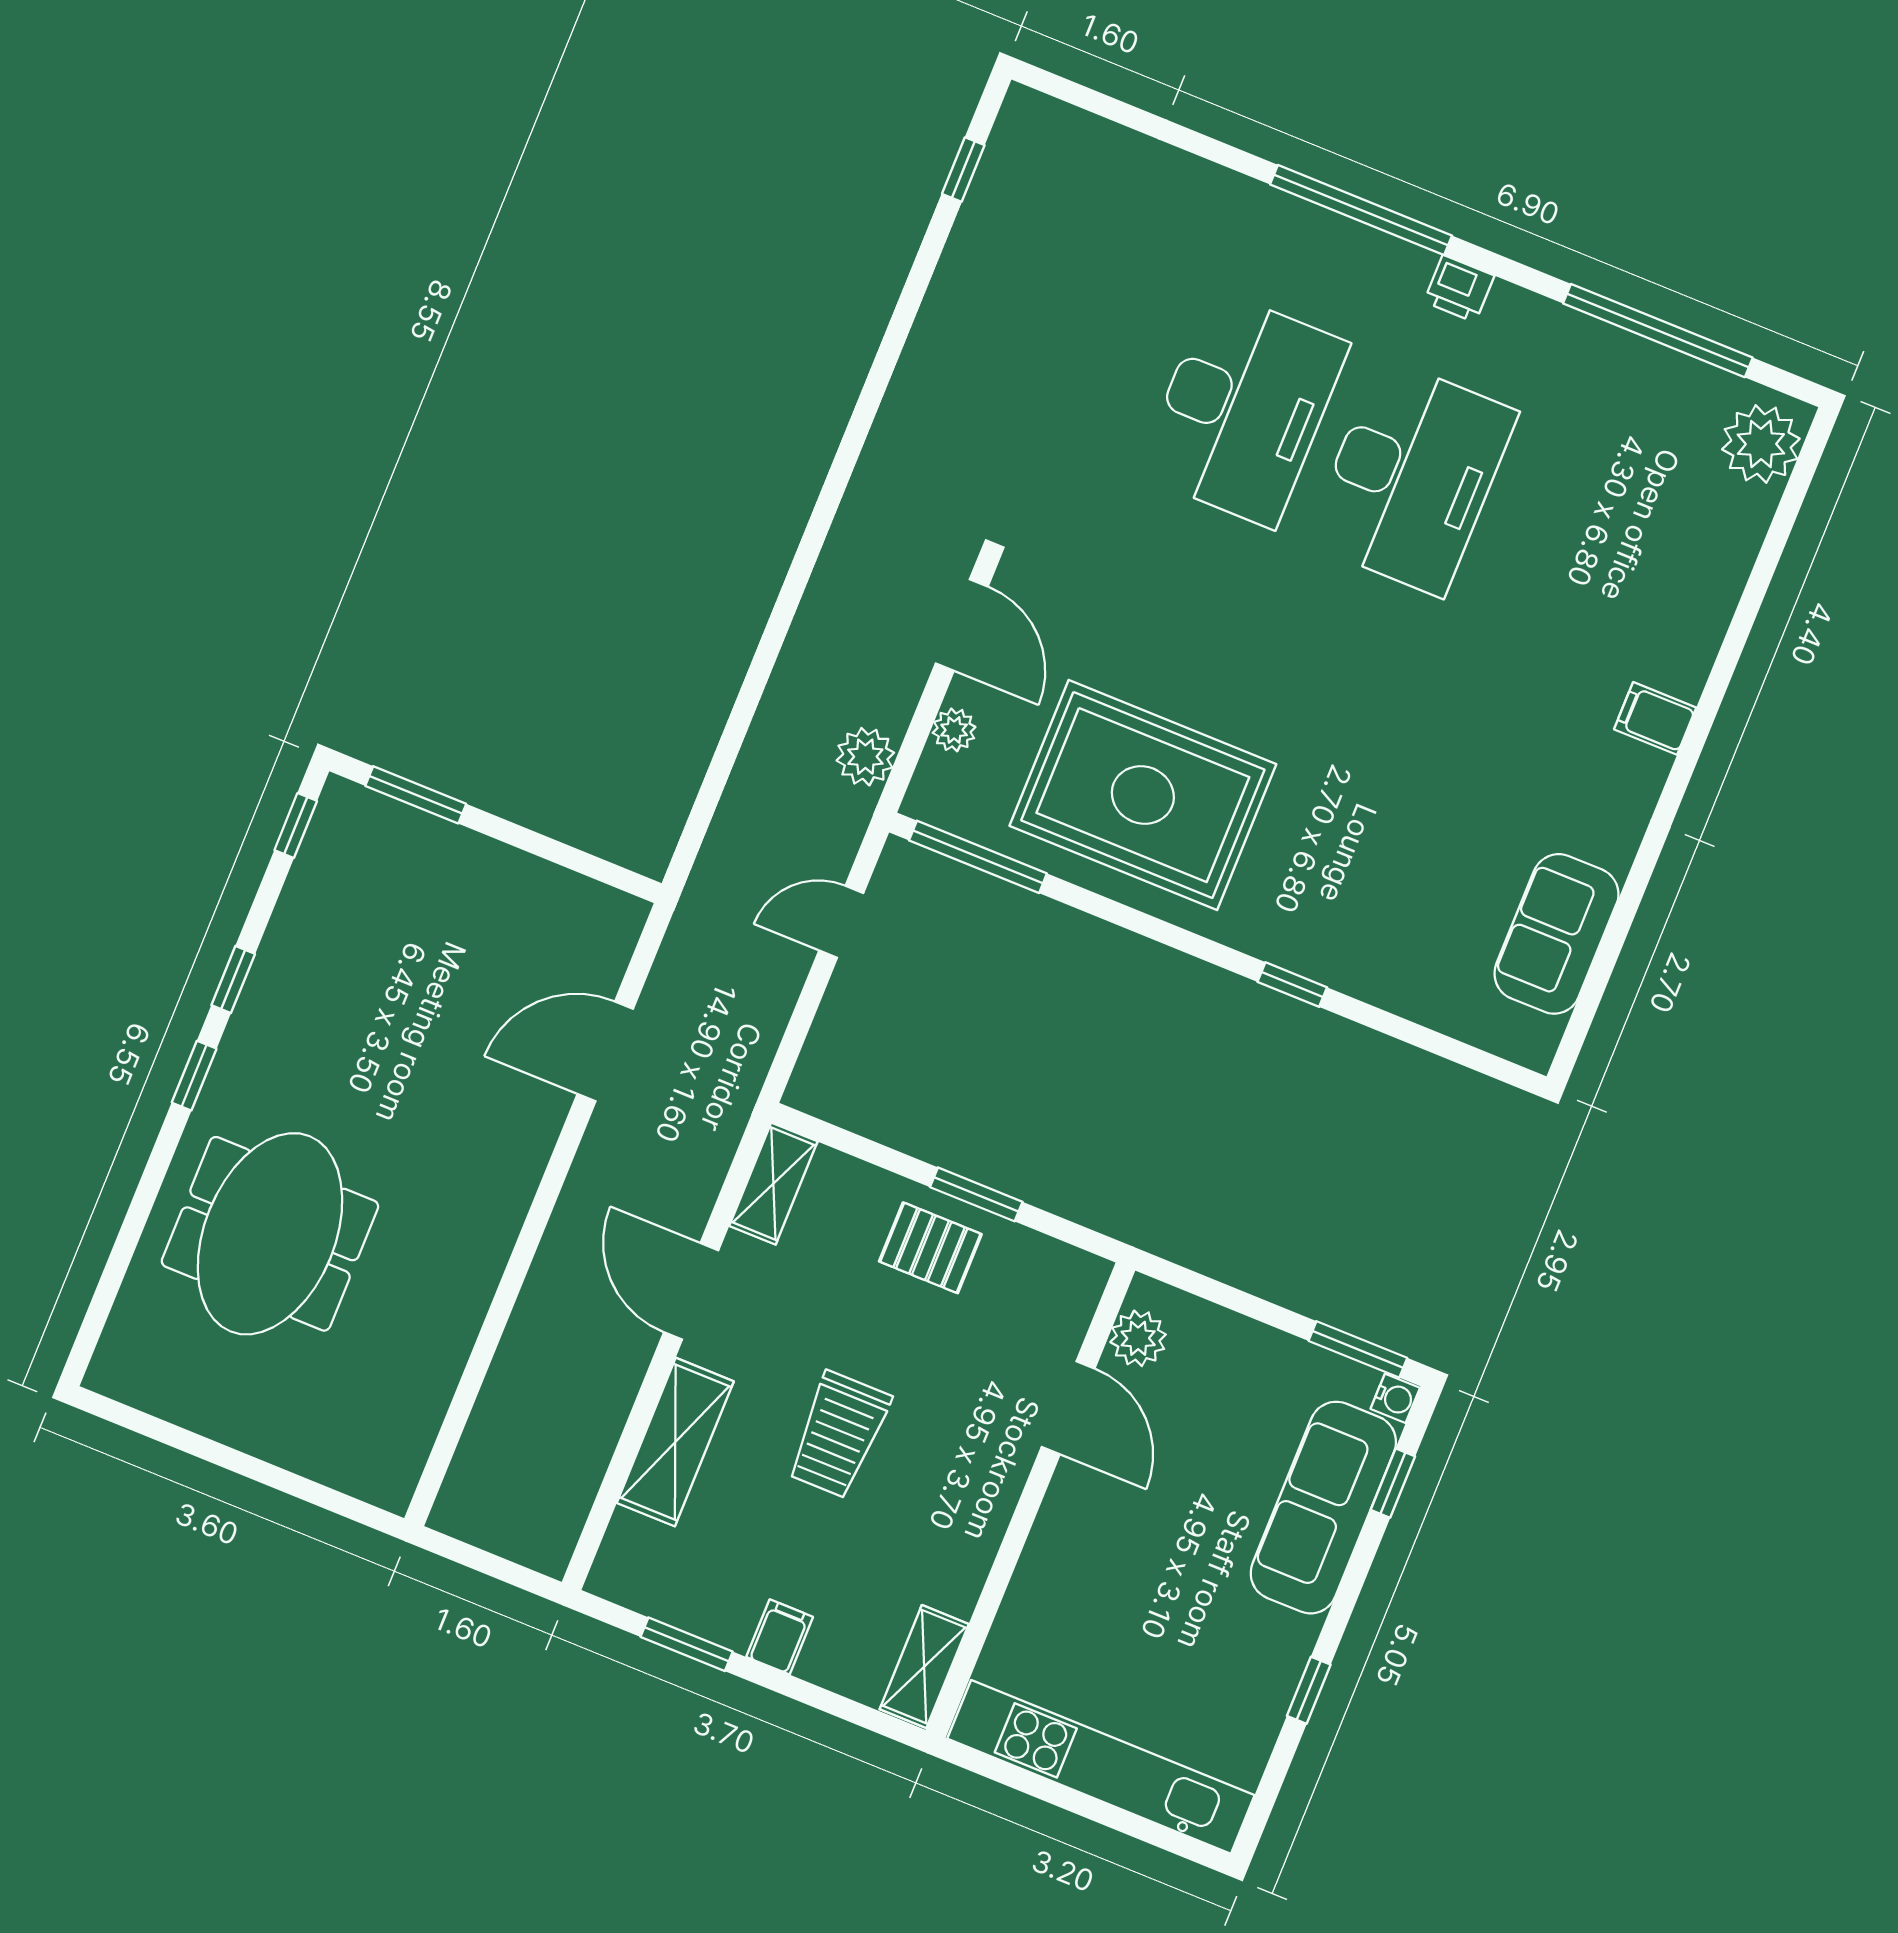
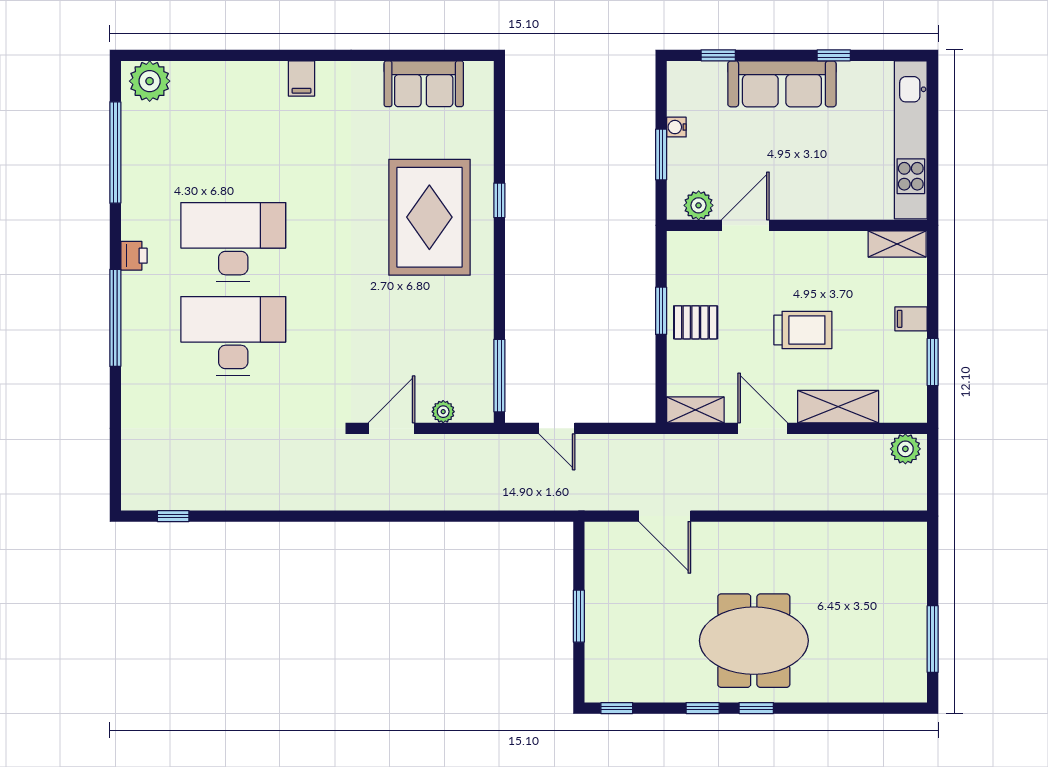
plant: (865, 757) -> (905, 449), moved
window: (416, 795) -> (579, 616), moved
rug: (1143, 795) -> (429, 217), moved
meeting table: (270, 1234) -> (754, 641), moved
pallet: (930, 1248) -> (696, 322), turned 90
door: (691, 1291) -> (763, 428), swing flipped
window: (1358, 1349) -> (661, 154), moved
water cooler: (1395, 1398) -> (676, 127), moved, turned -90
window: (189, 1442) -> (933, 639), added
sofa: (1323, 1508) -> (782, 84), moved

